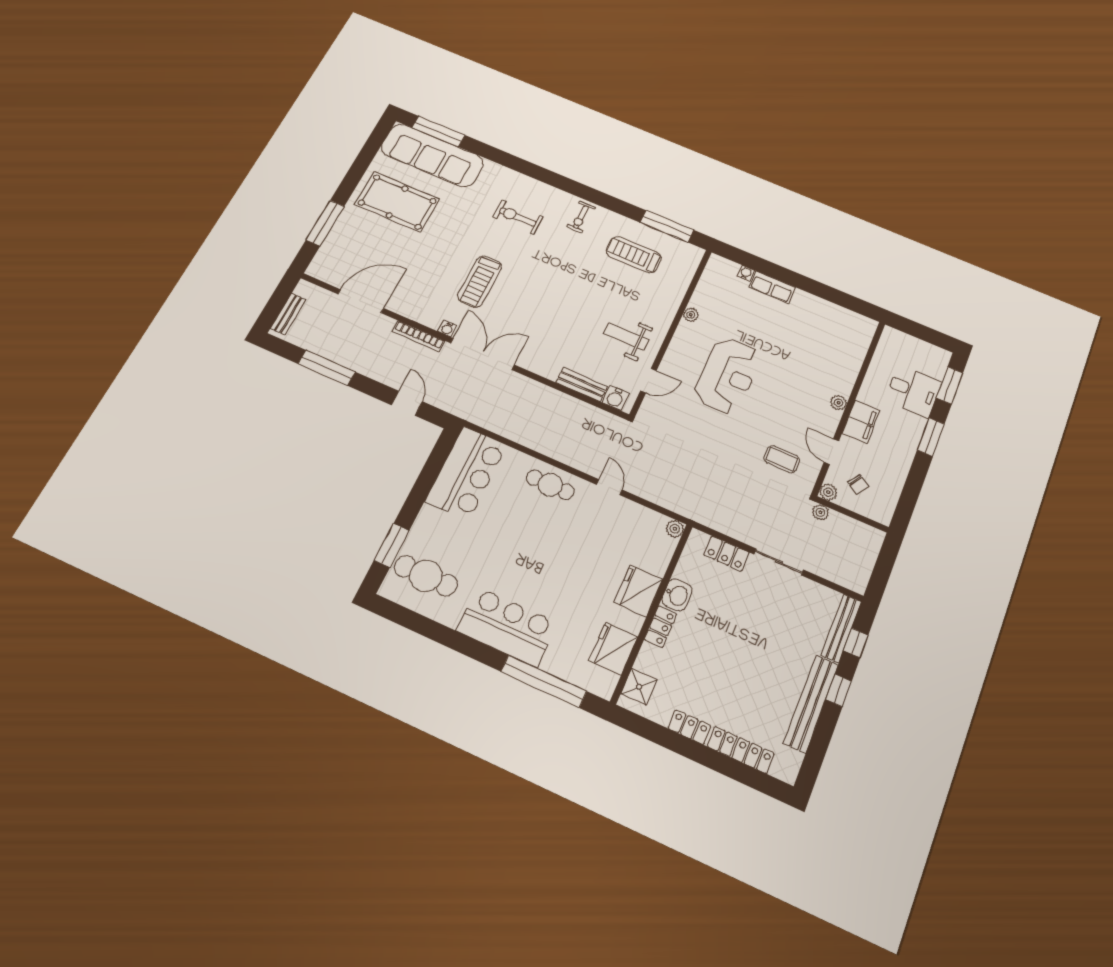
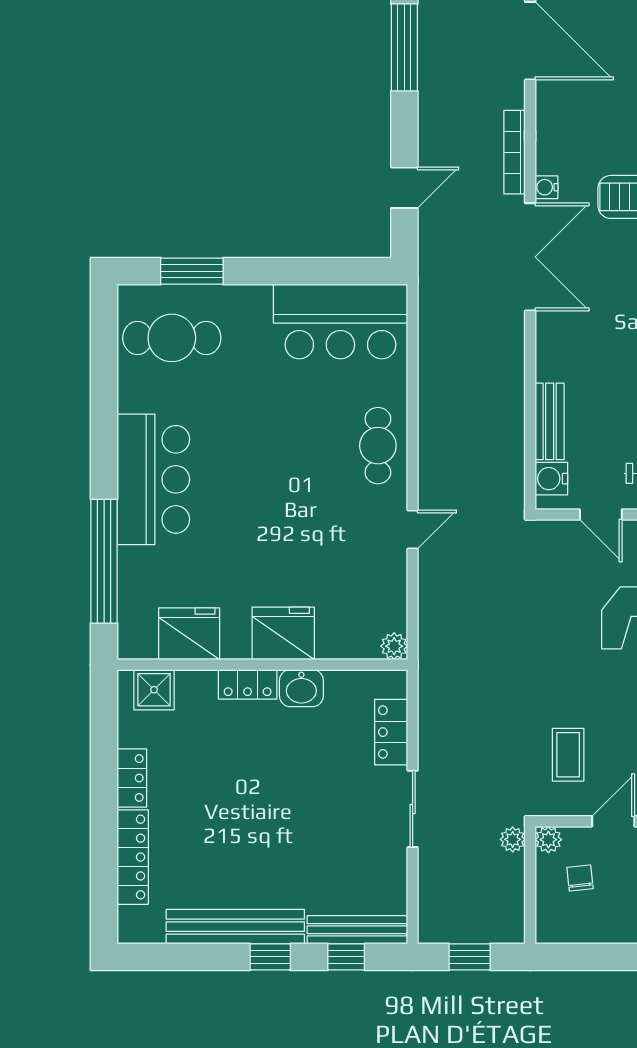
chair: (858, 484) -> (580, 878), turned 141
window: (883, 569) -> (470, 957), added
cafe table: (426, 576) -> (172, 338), turned 90

